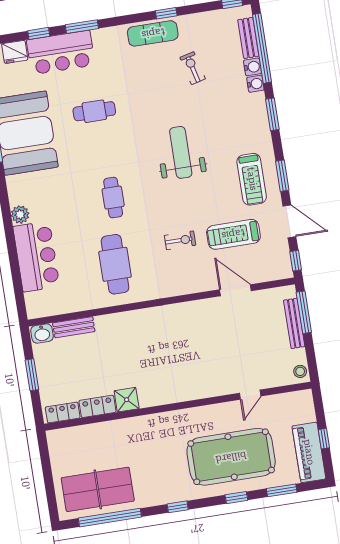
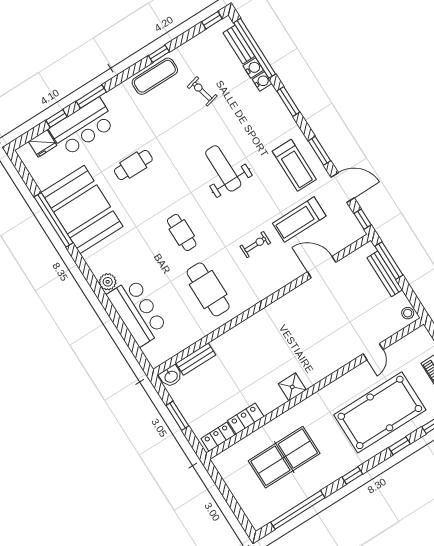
shower: (127, 400) -> (292, 387), moved
table tennis table: (98, 489) -> (284, 457), moved

